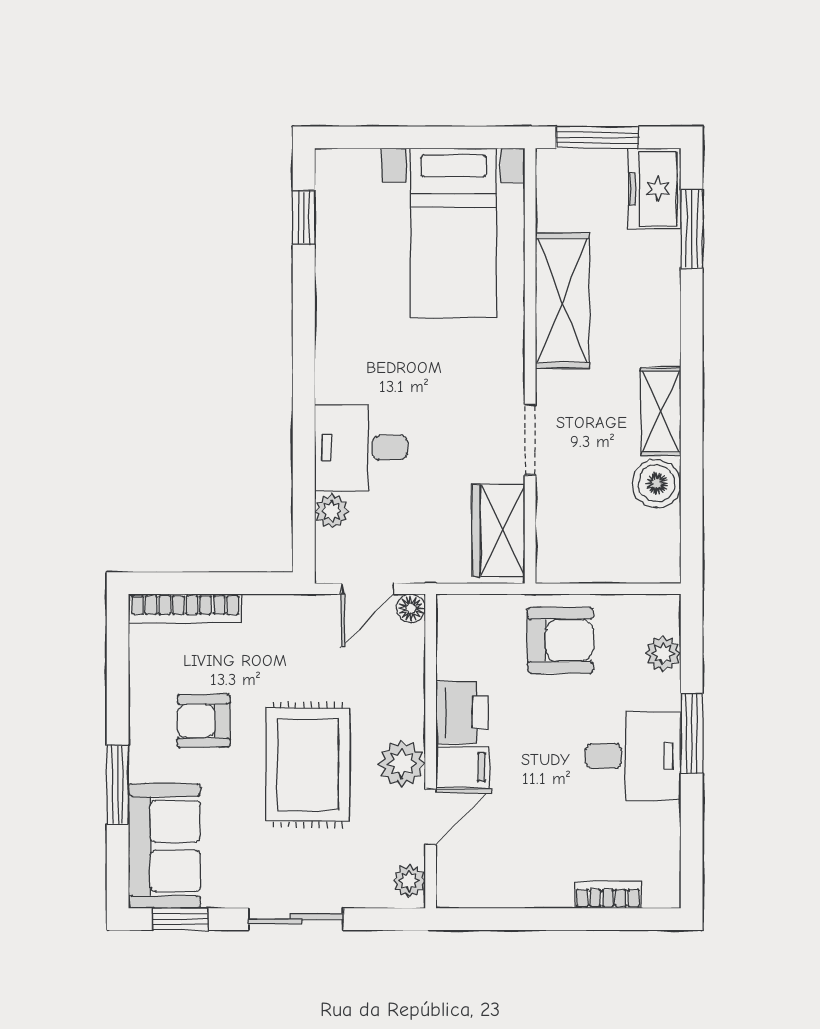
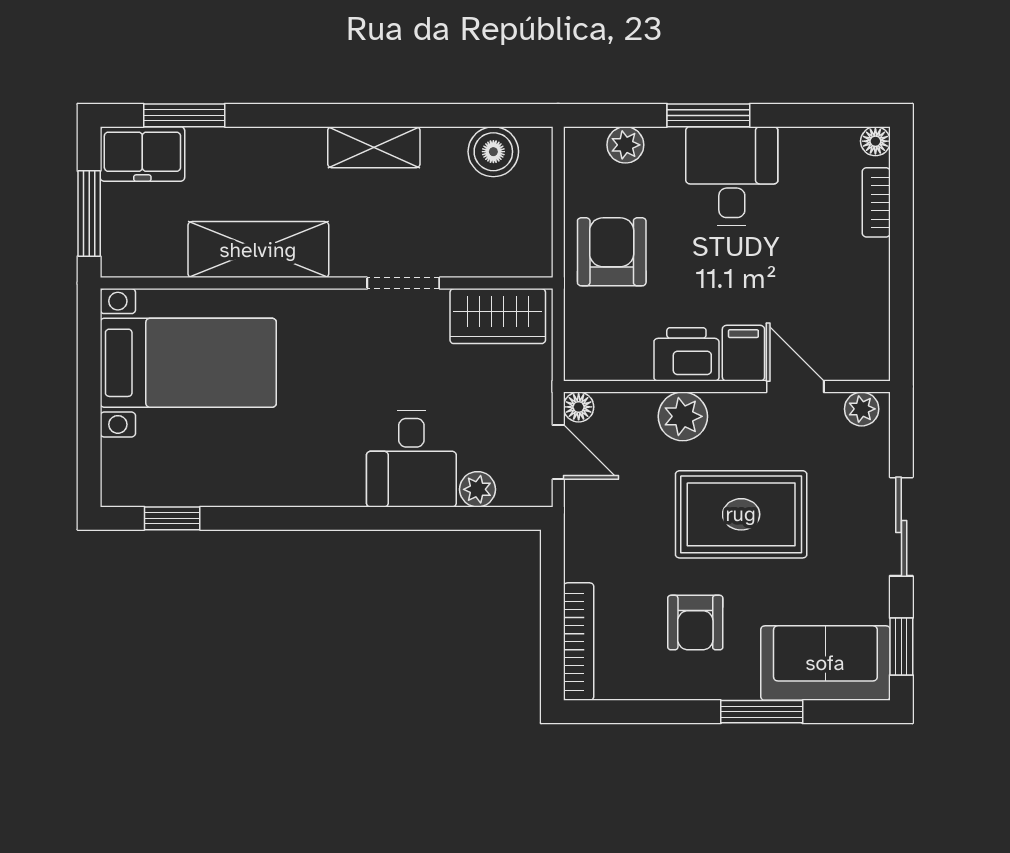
boiler: (657, 483) -> (493, 152), moved
plant: (402, 764) -> (683, 416), moved
floor lamp: (667, 894) -> (875, 141), added

